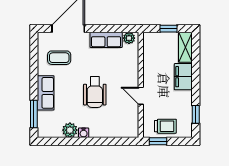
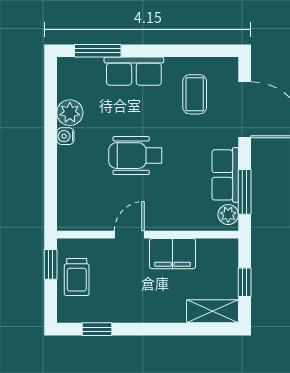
window: (116, 29) -> (245, 192), added
filing cabinet: (183, 77) -> (173, 254), moved, turned 180

